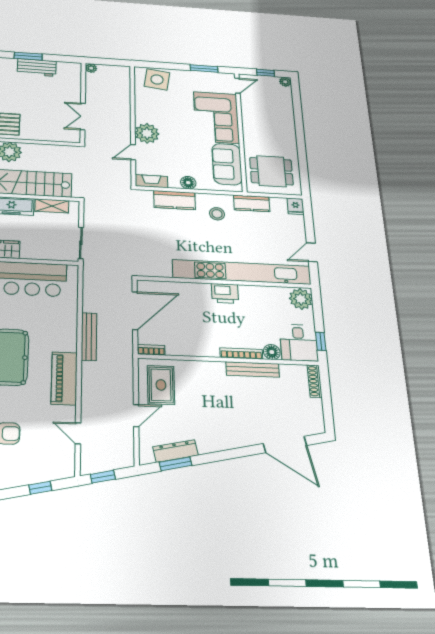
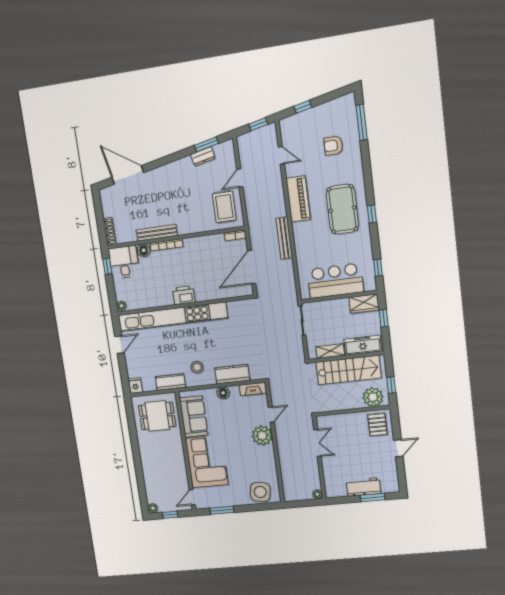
plant: (301, 299) -> (122, 306), width x0.53, depth x0.53
dresser: (176, 451) -> (203, 156), width x0.70

